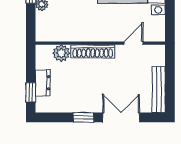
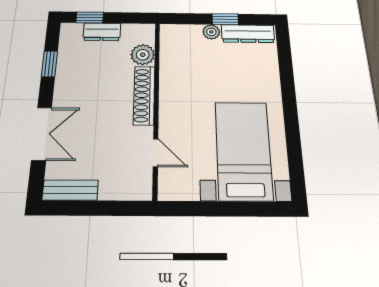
bench: (159, 90) -> (70, 190), width x0.73
window: (83, 117) -> (49, 64), moved

